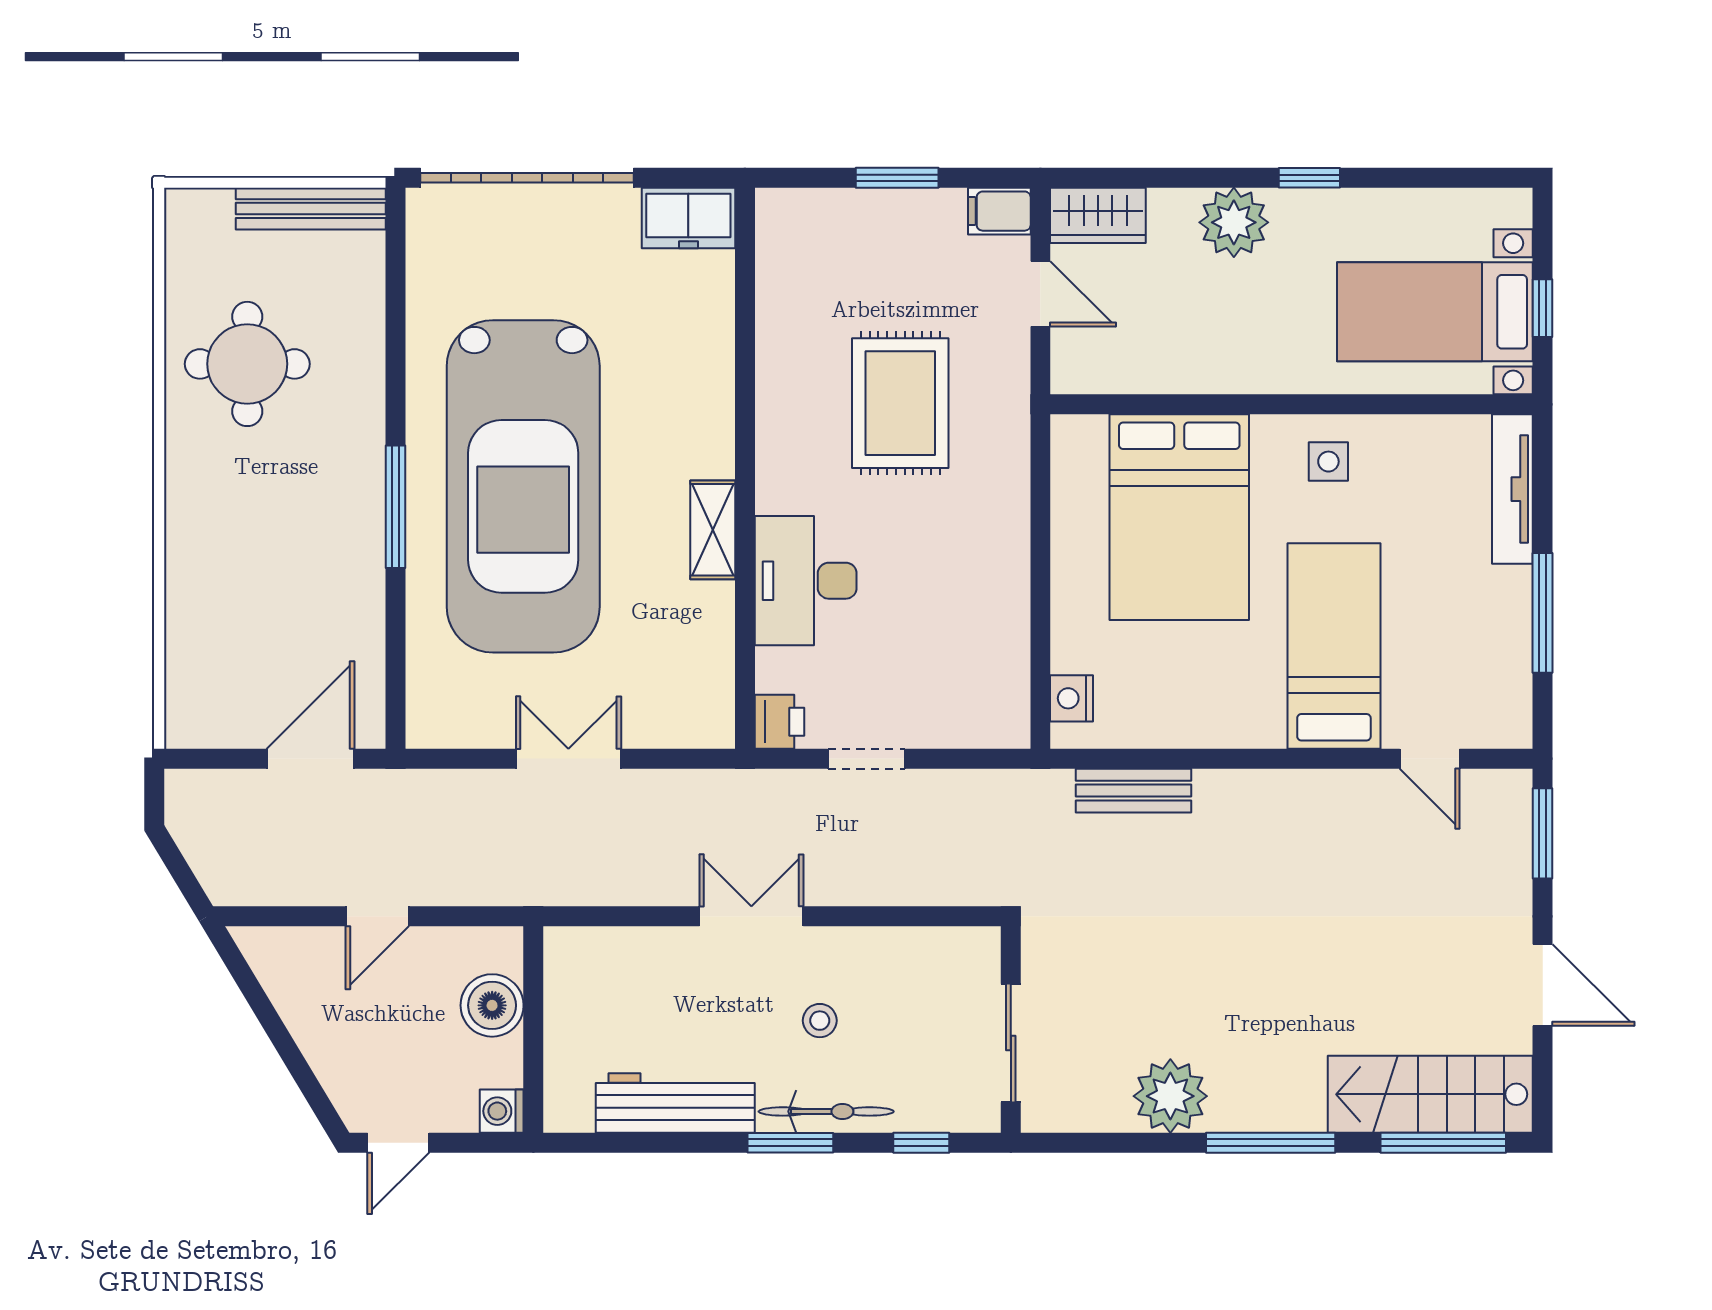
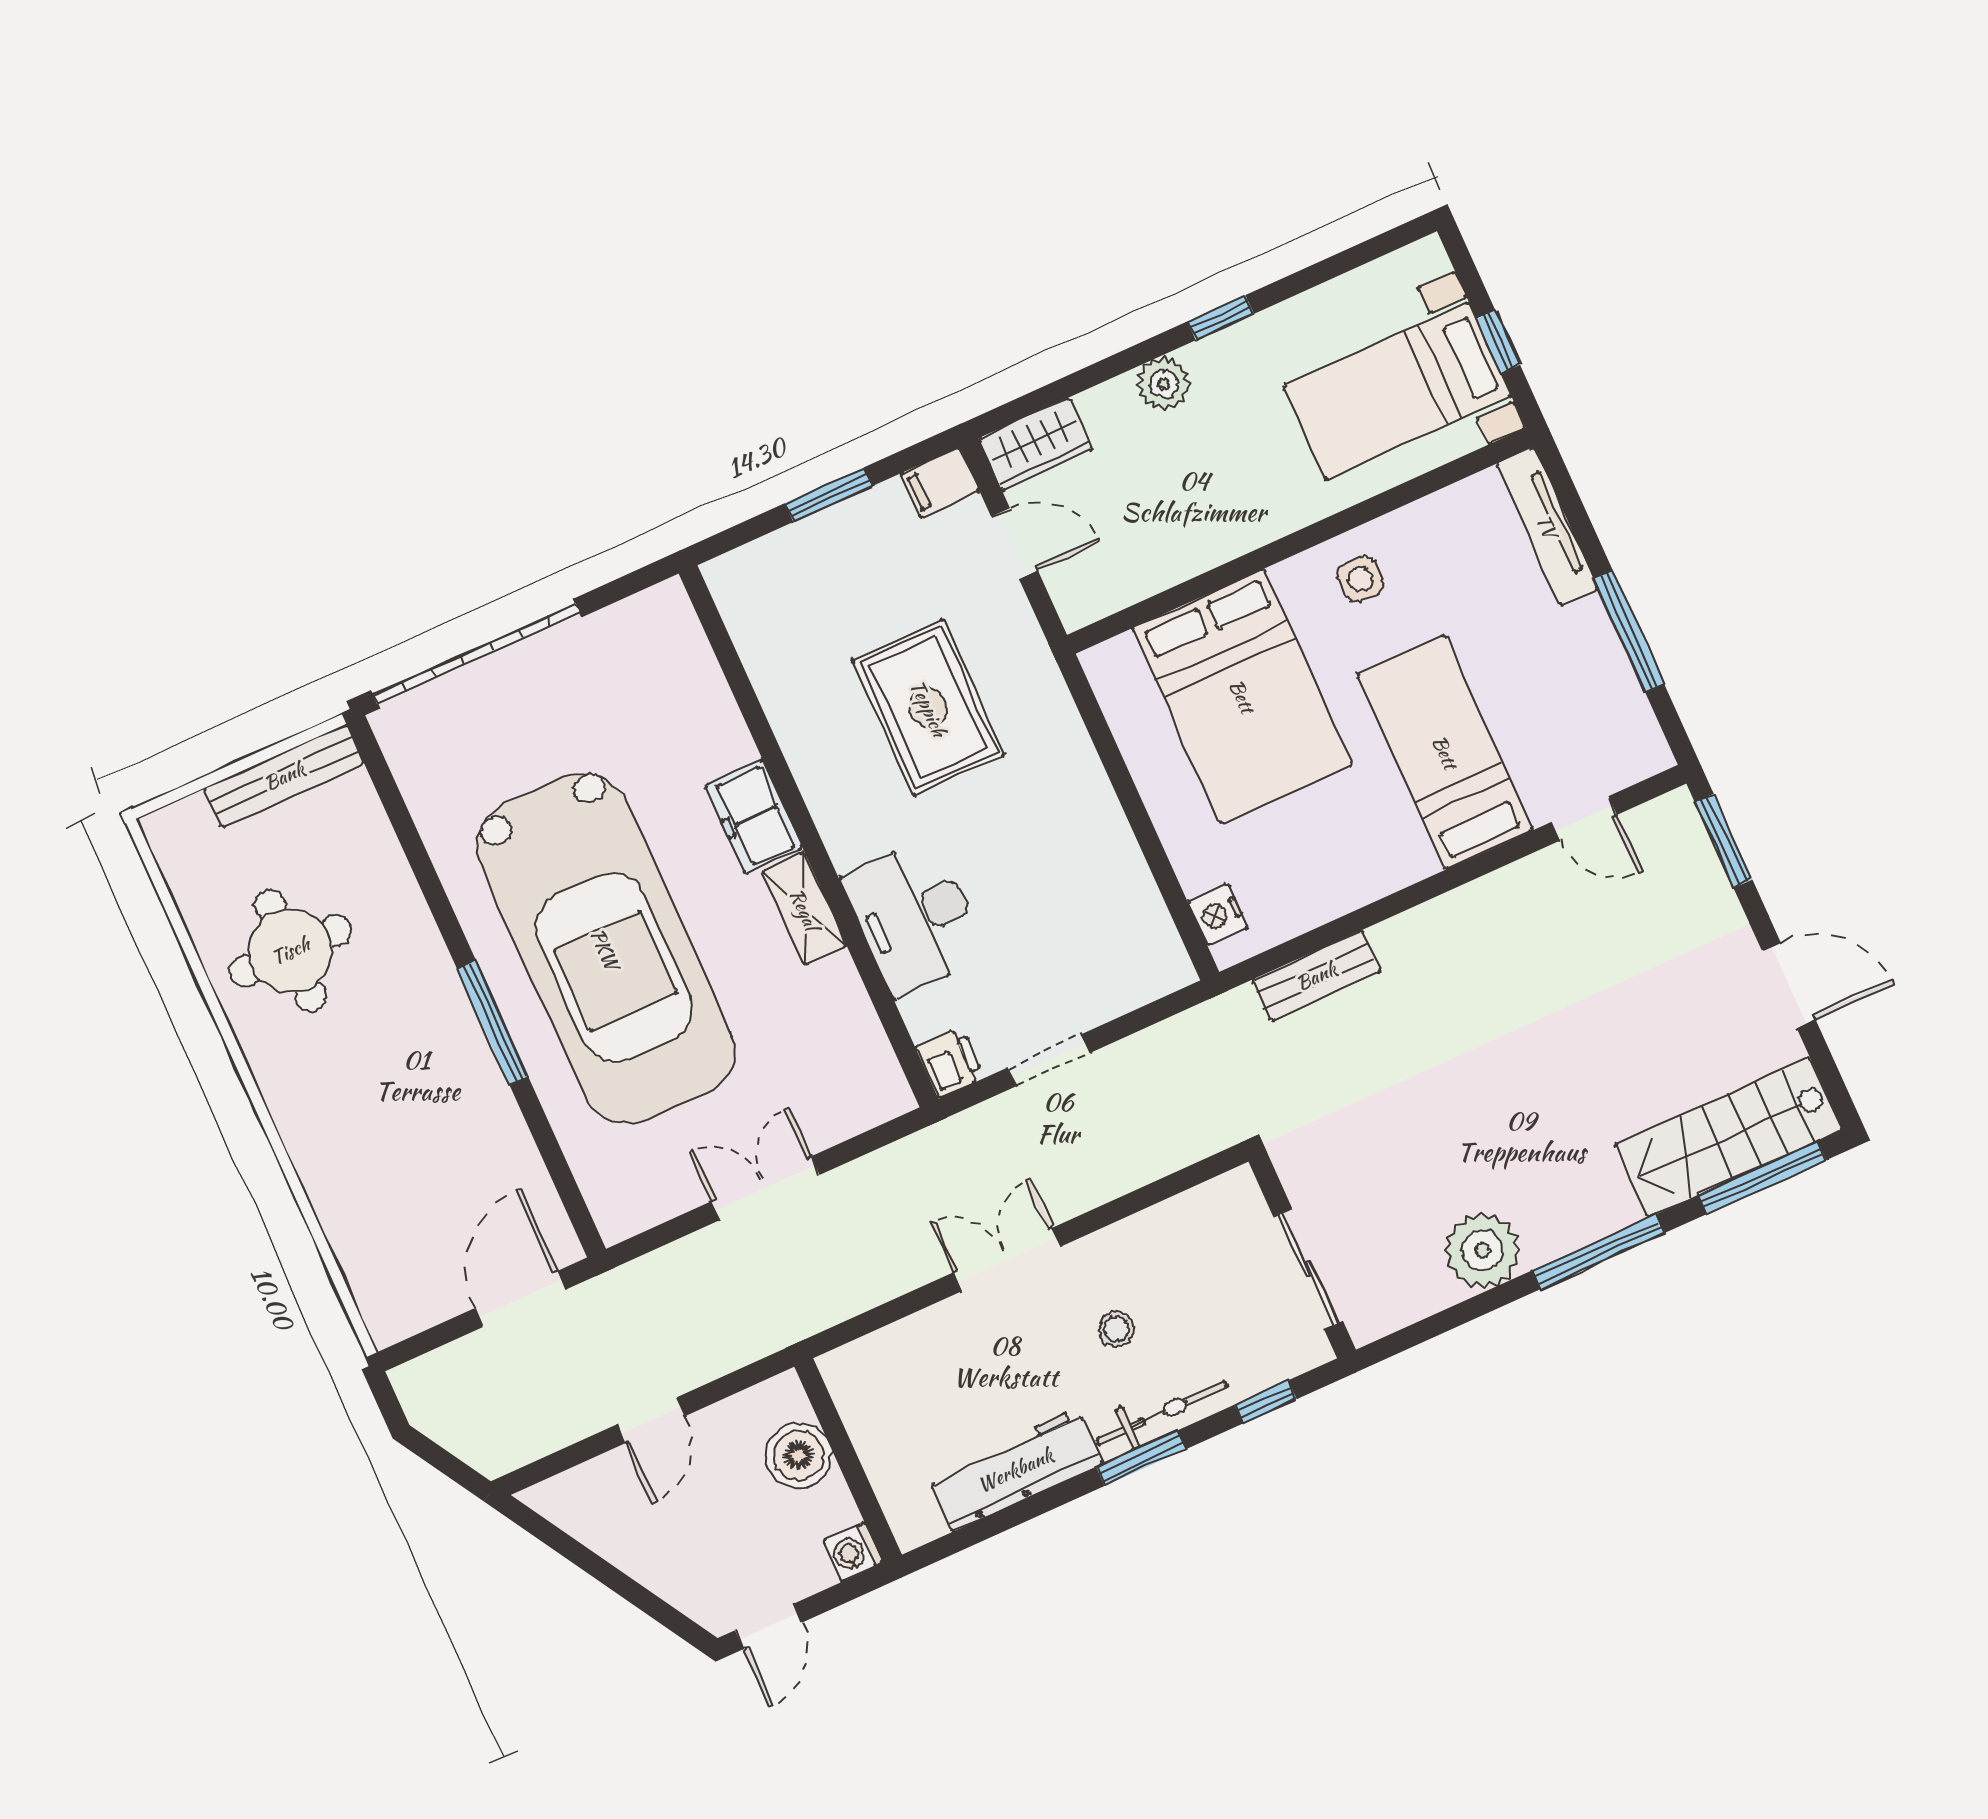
freezer: (688, 218) -> (754, 817), moved, turned 90
plant: (1234, 222) -> (1164, 384), width x0.73, depth x0.73

